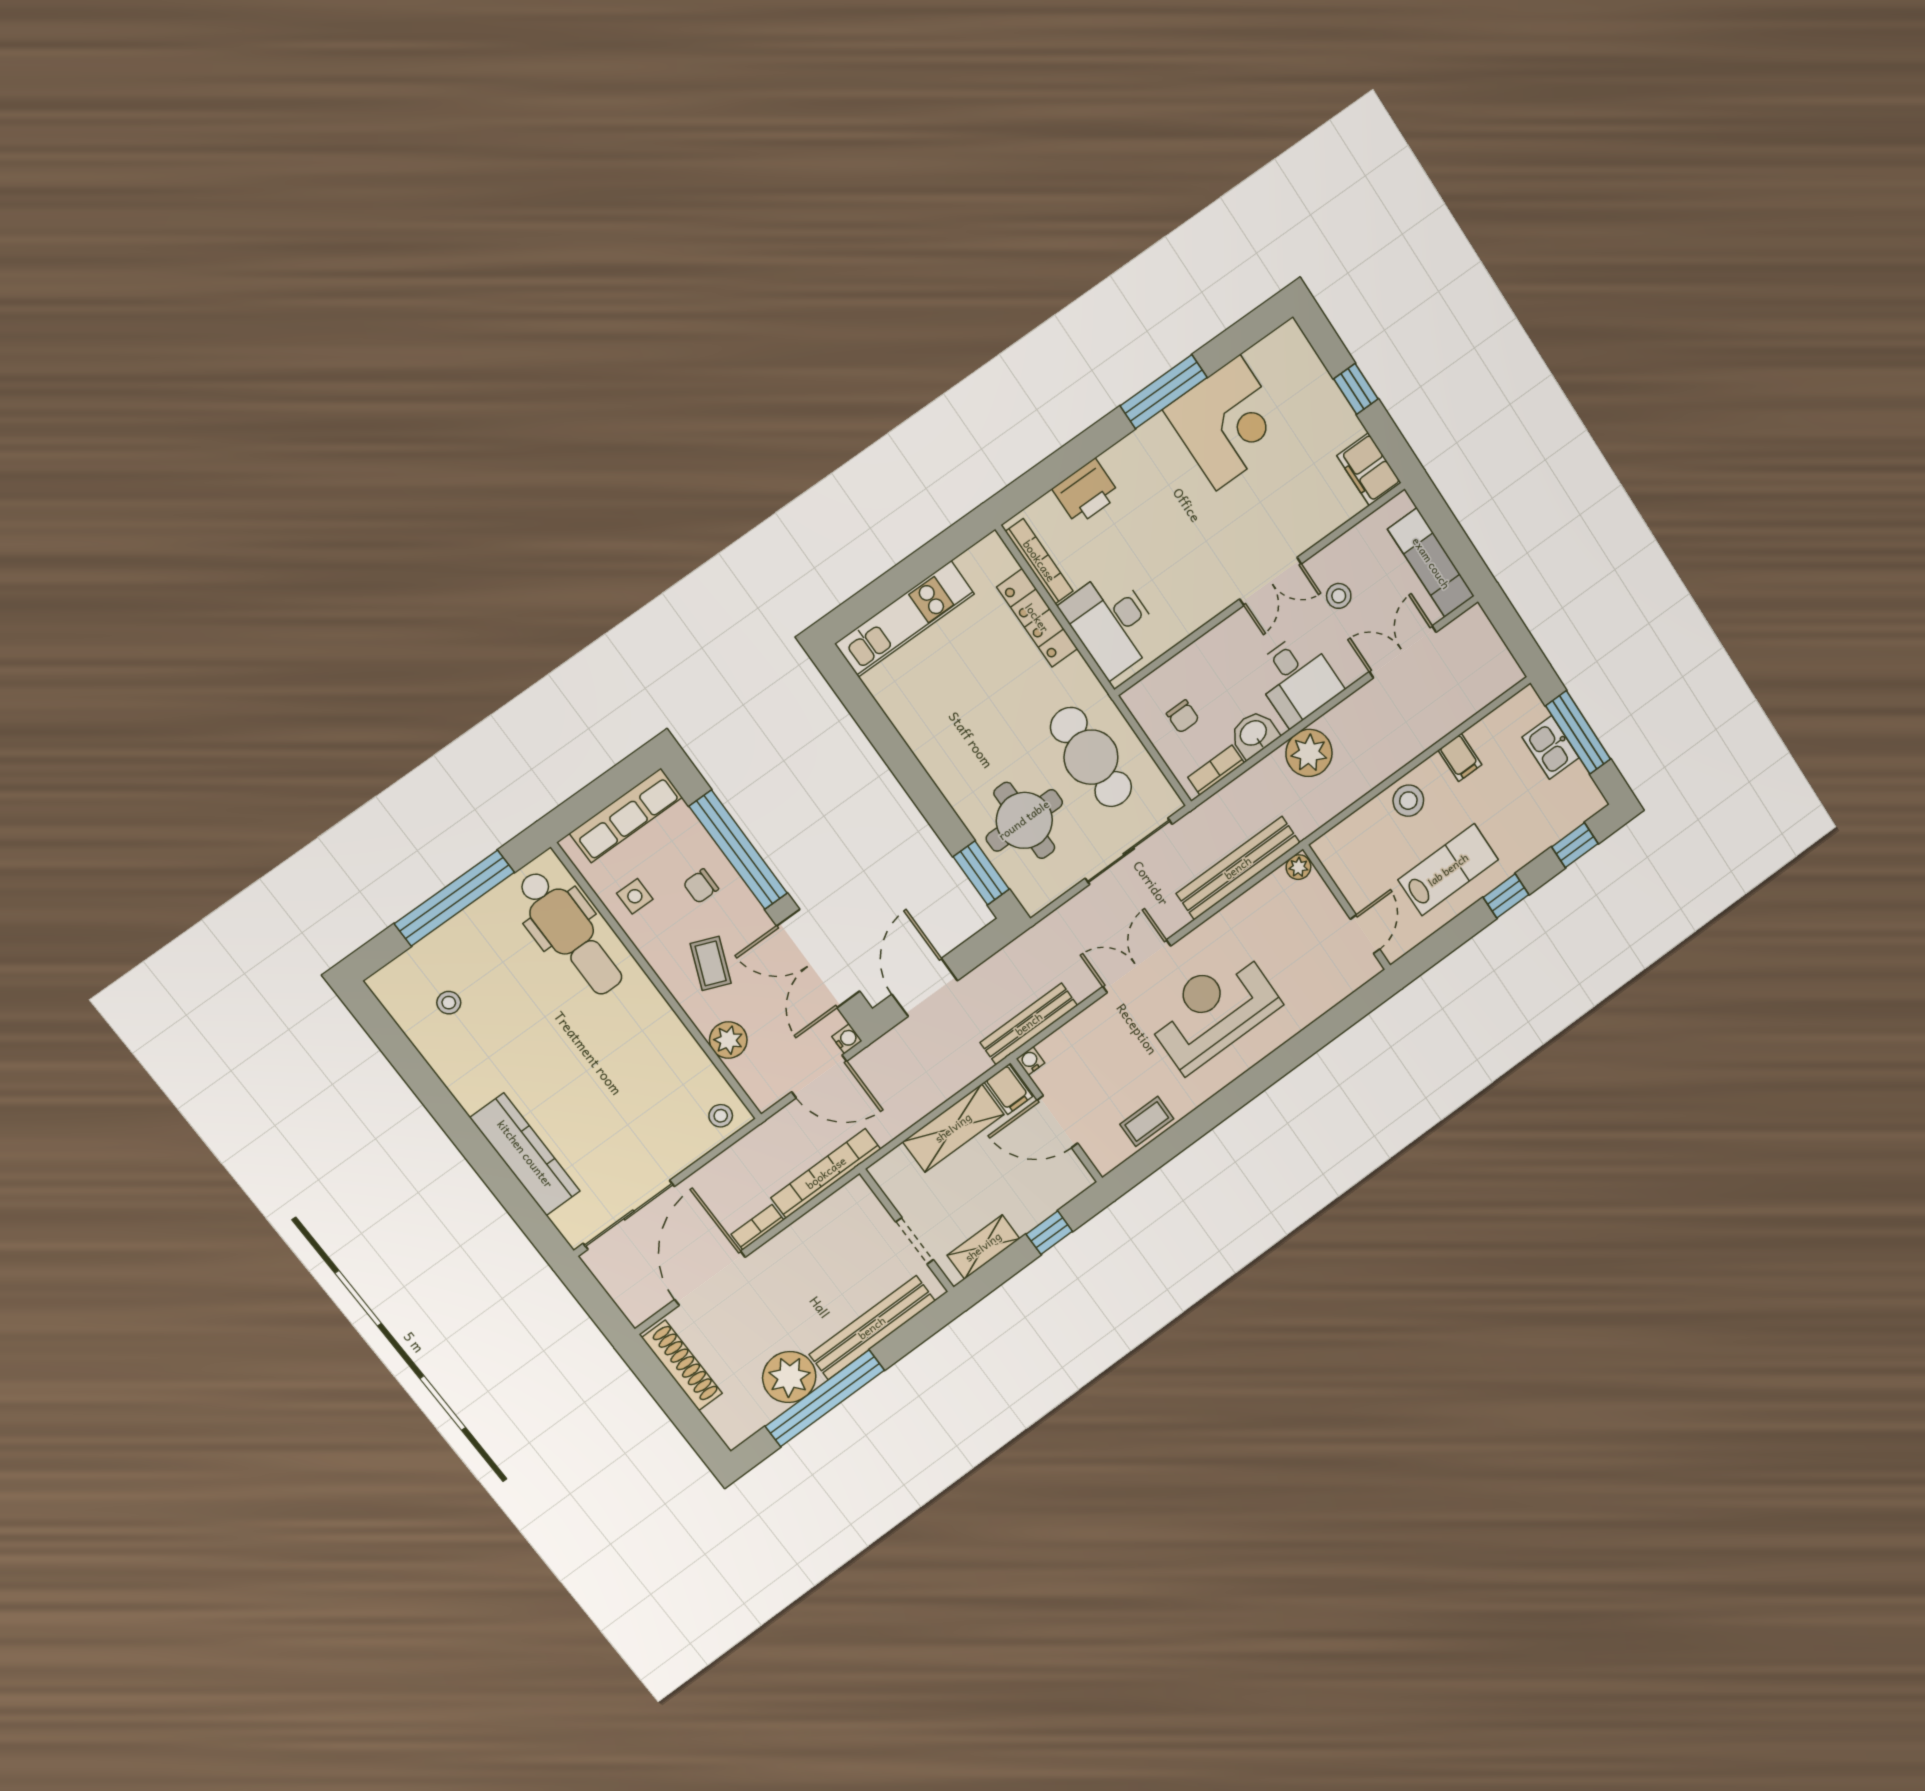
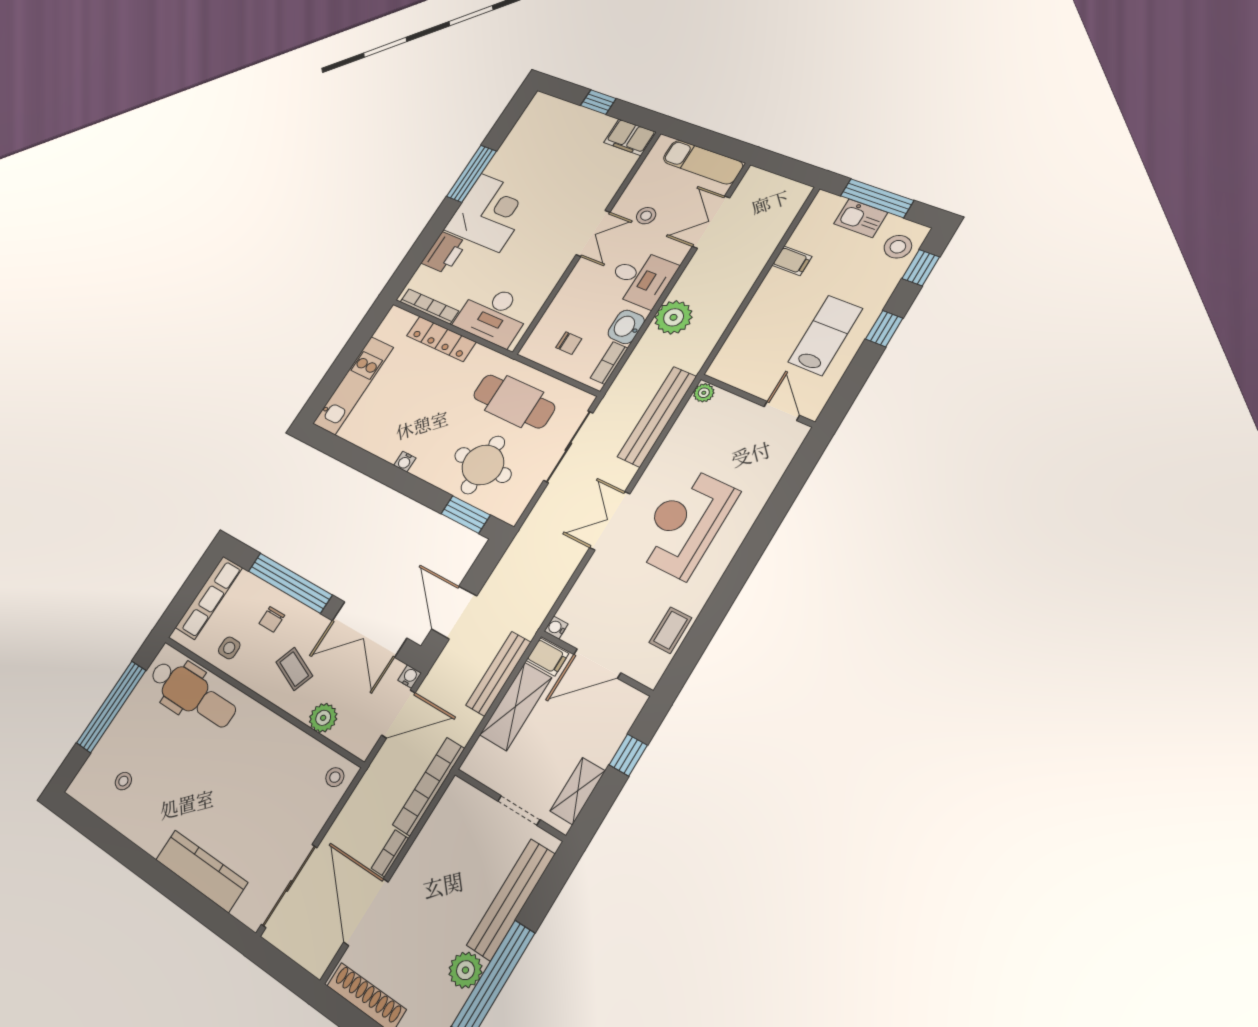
corner desk: (1228, 423) -> (490, 213), moved
water cooler: (934, 764) -> (405, 462), added
stool: (1408, 801) -> (898, 247), moved
bench: (1029, 1024) -> (498, 674), moved
plant: (789, 1377) -> (465, 970), width x0.73, depth x0.73

